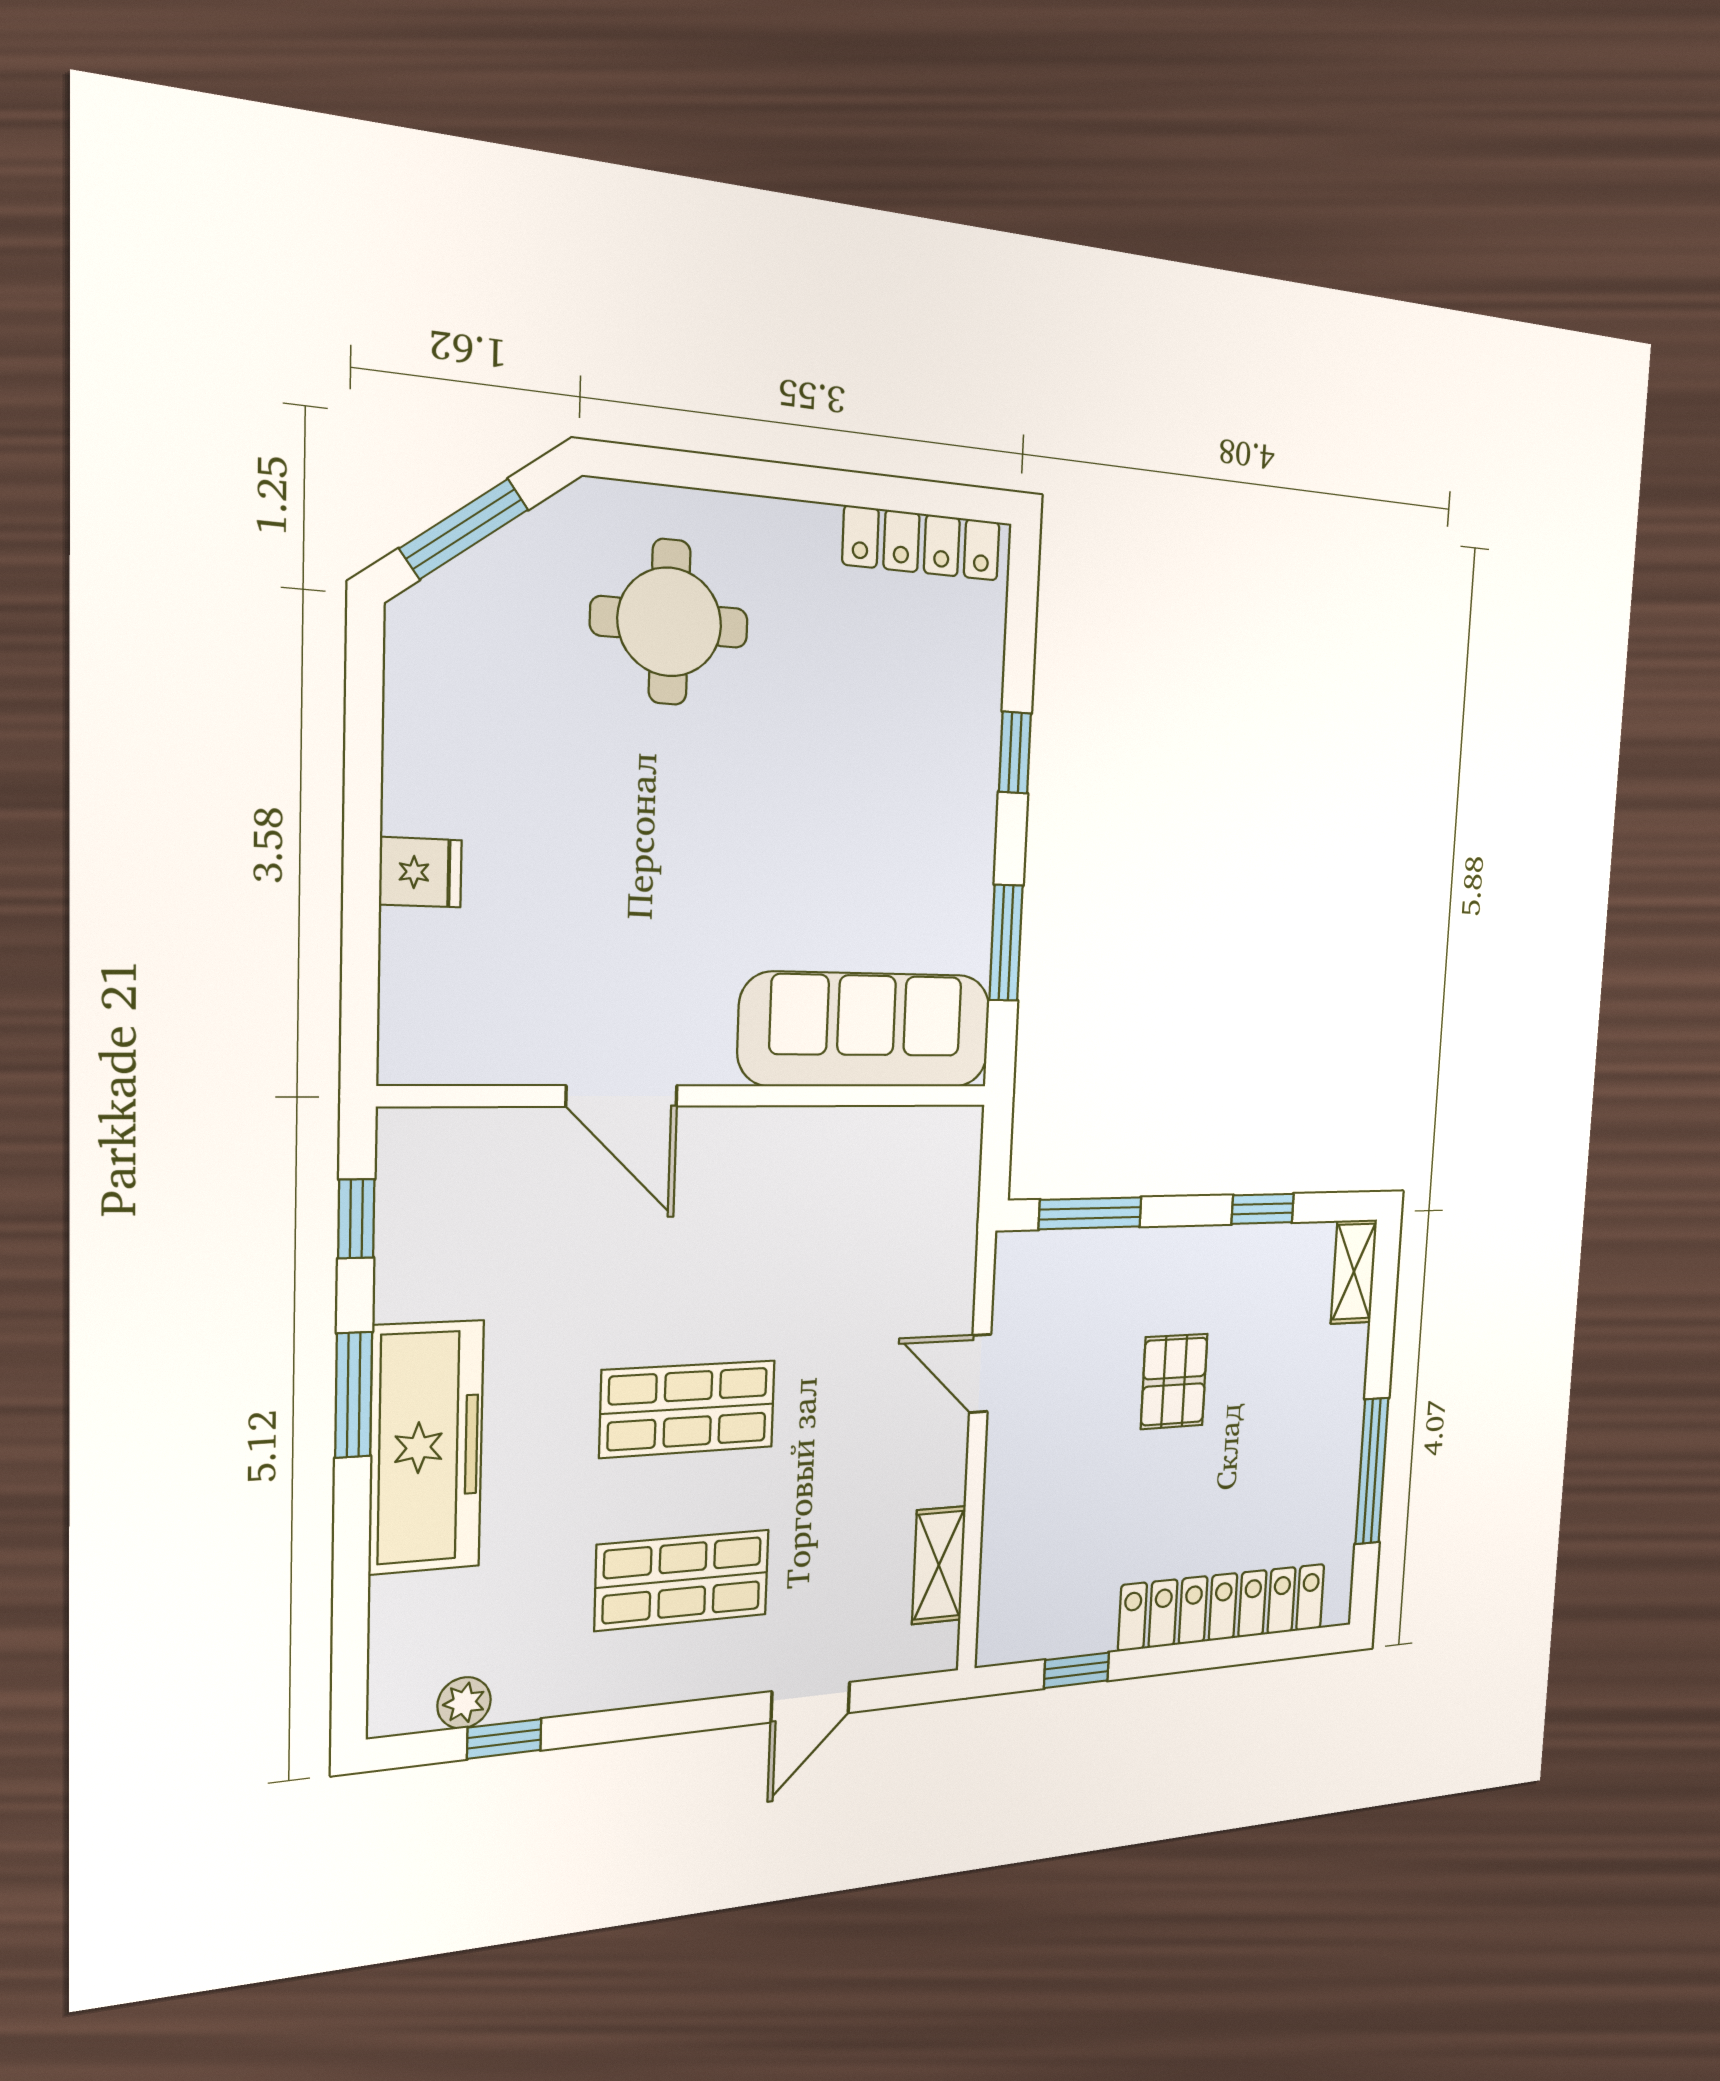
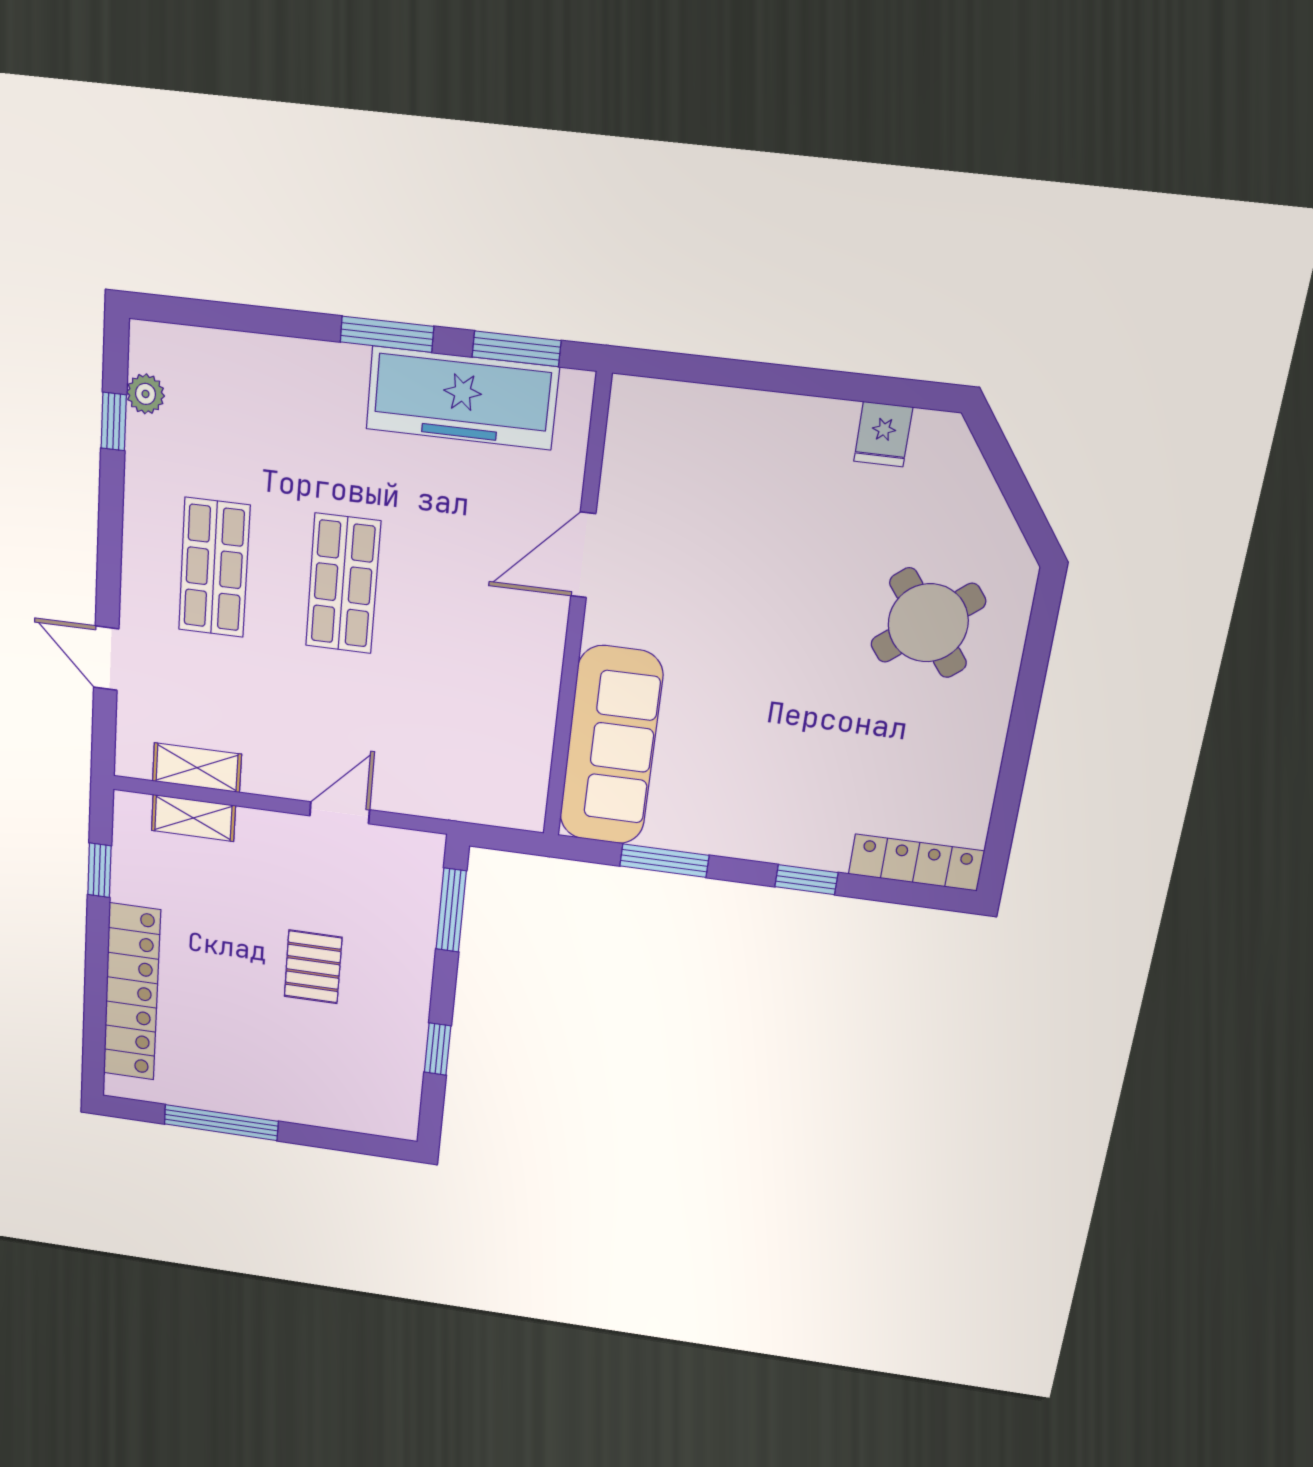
window: (464, 529) -> (1009, 476), removed
locker: (922, 543) -> (916, 863), moved, turned 90
round table: (670, 622) -> (928, 623), turned -38
fridge: (420, 872) -> (883, 434), moved
window: (356, 1219) -> (516, 349), width x1.50
shelving: (1354, 1272) -> (193, 818), moved
pallet: (1174, 1381) -> (313, 967), turned 90
freezer: (426, 1447) -> (462, 398), moved

